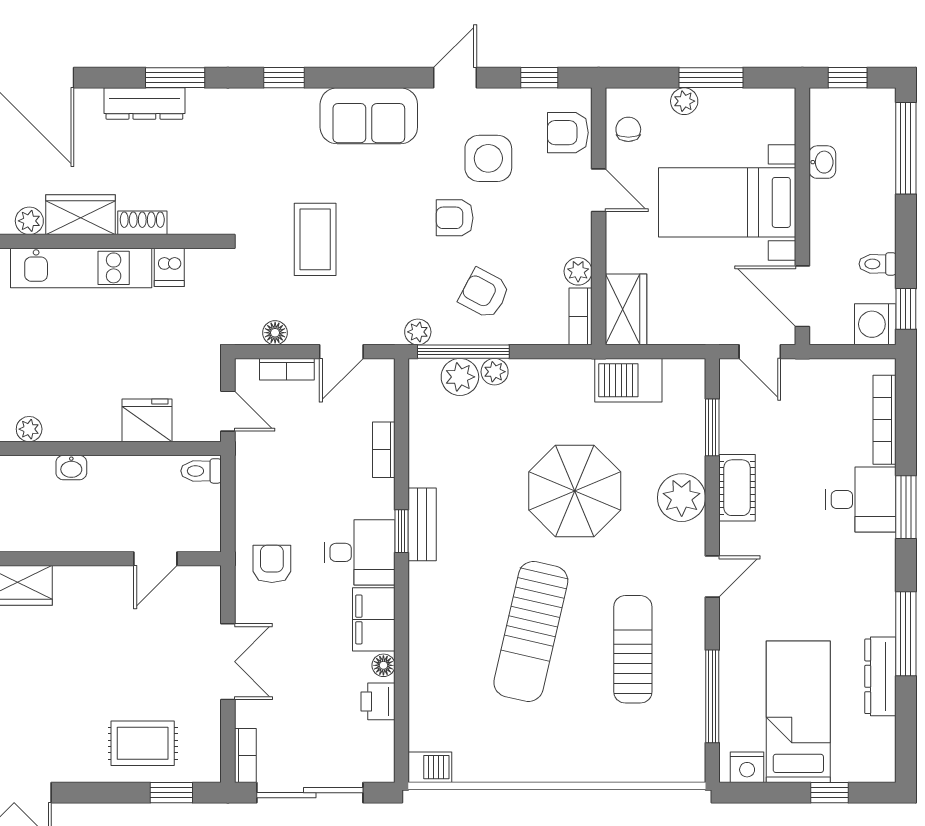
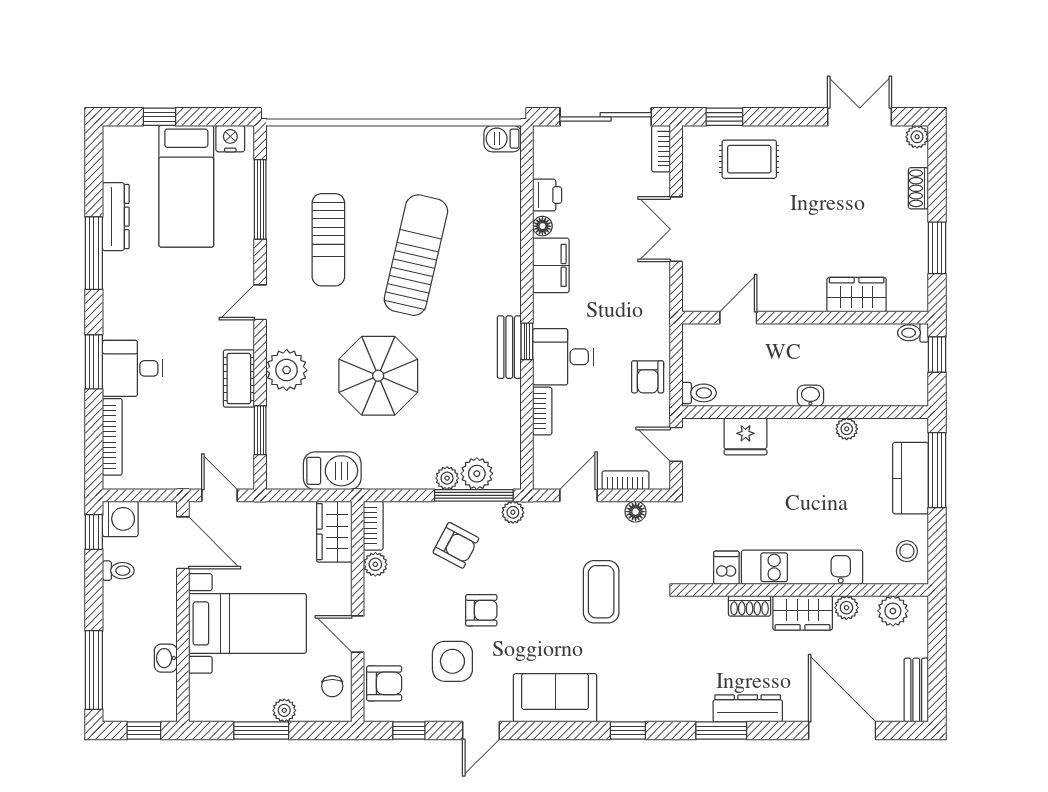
desk: (360, 552) -> (563, 357), moved
armchair: (272, 564) -> (648, 377), moved

